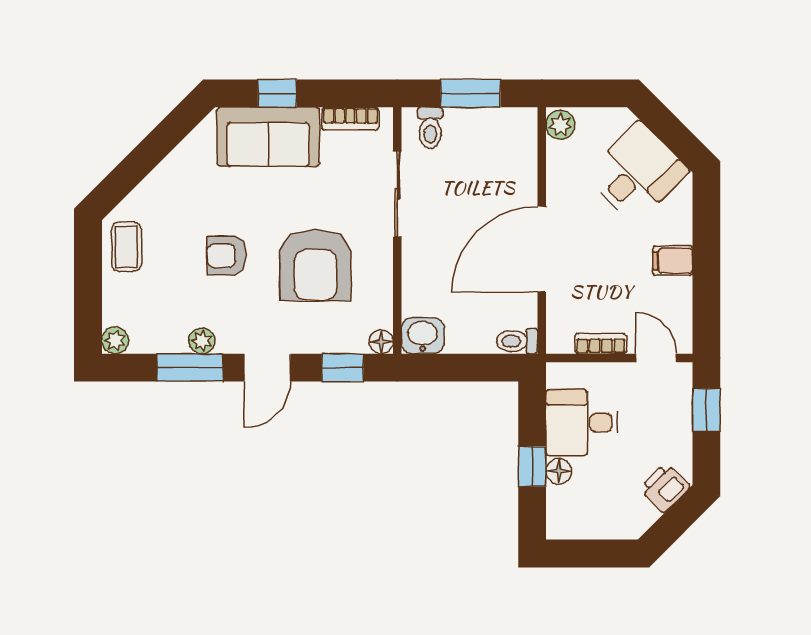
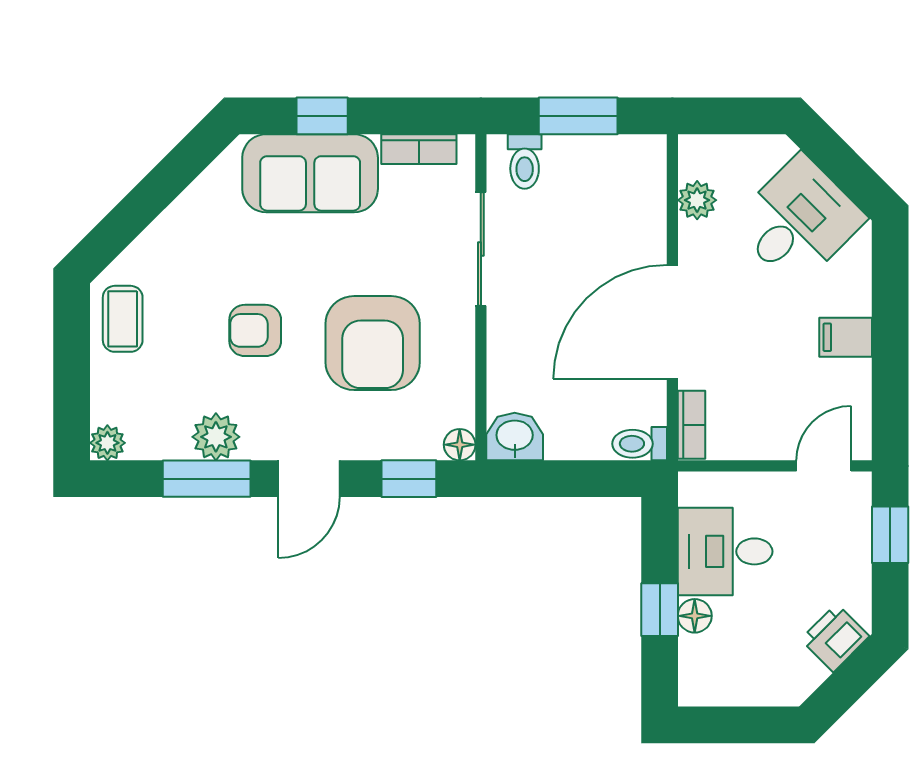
plant: (560, 125) -> (697, 200), moved
plant: (202, 341) -> (216, 437), width x1.38, depth x1.38
bookcase: (601, 343) -> (691, 425), moved, turned 90
door: (656, 358) -> (824, 466), hinge flipped

